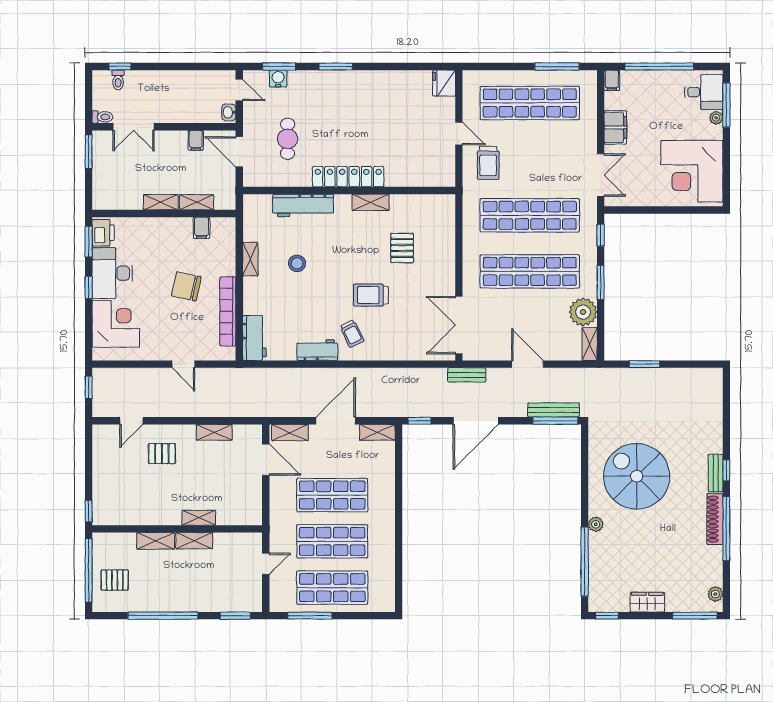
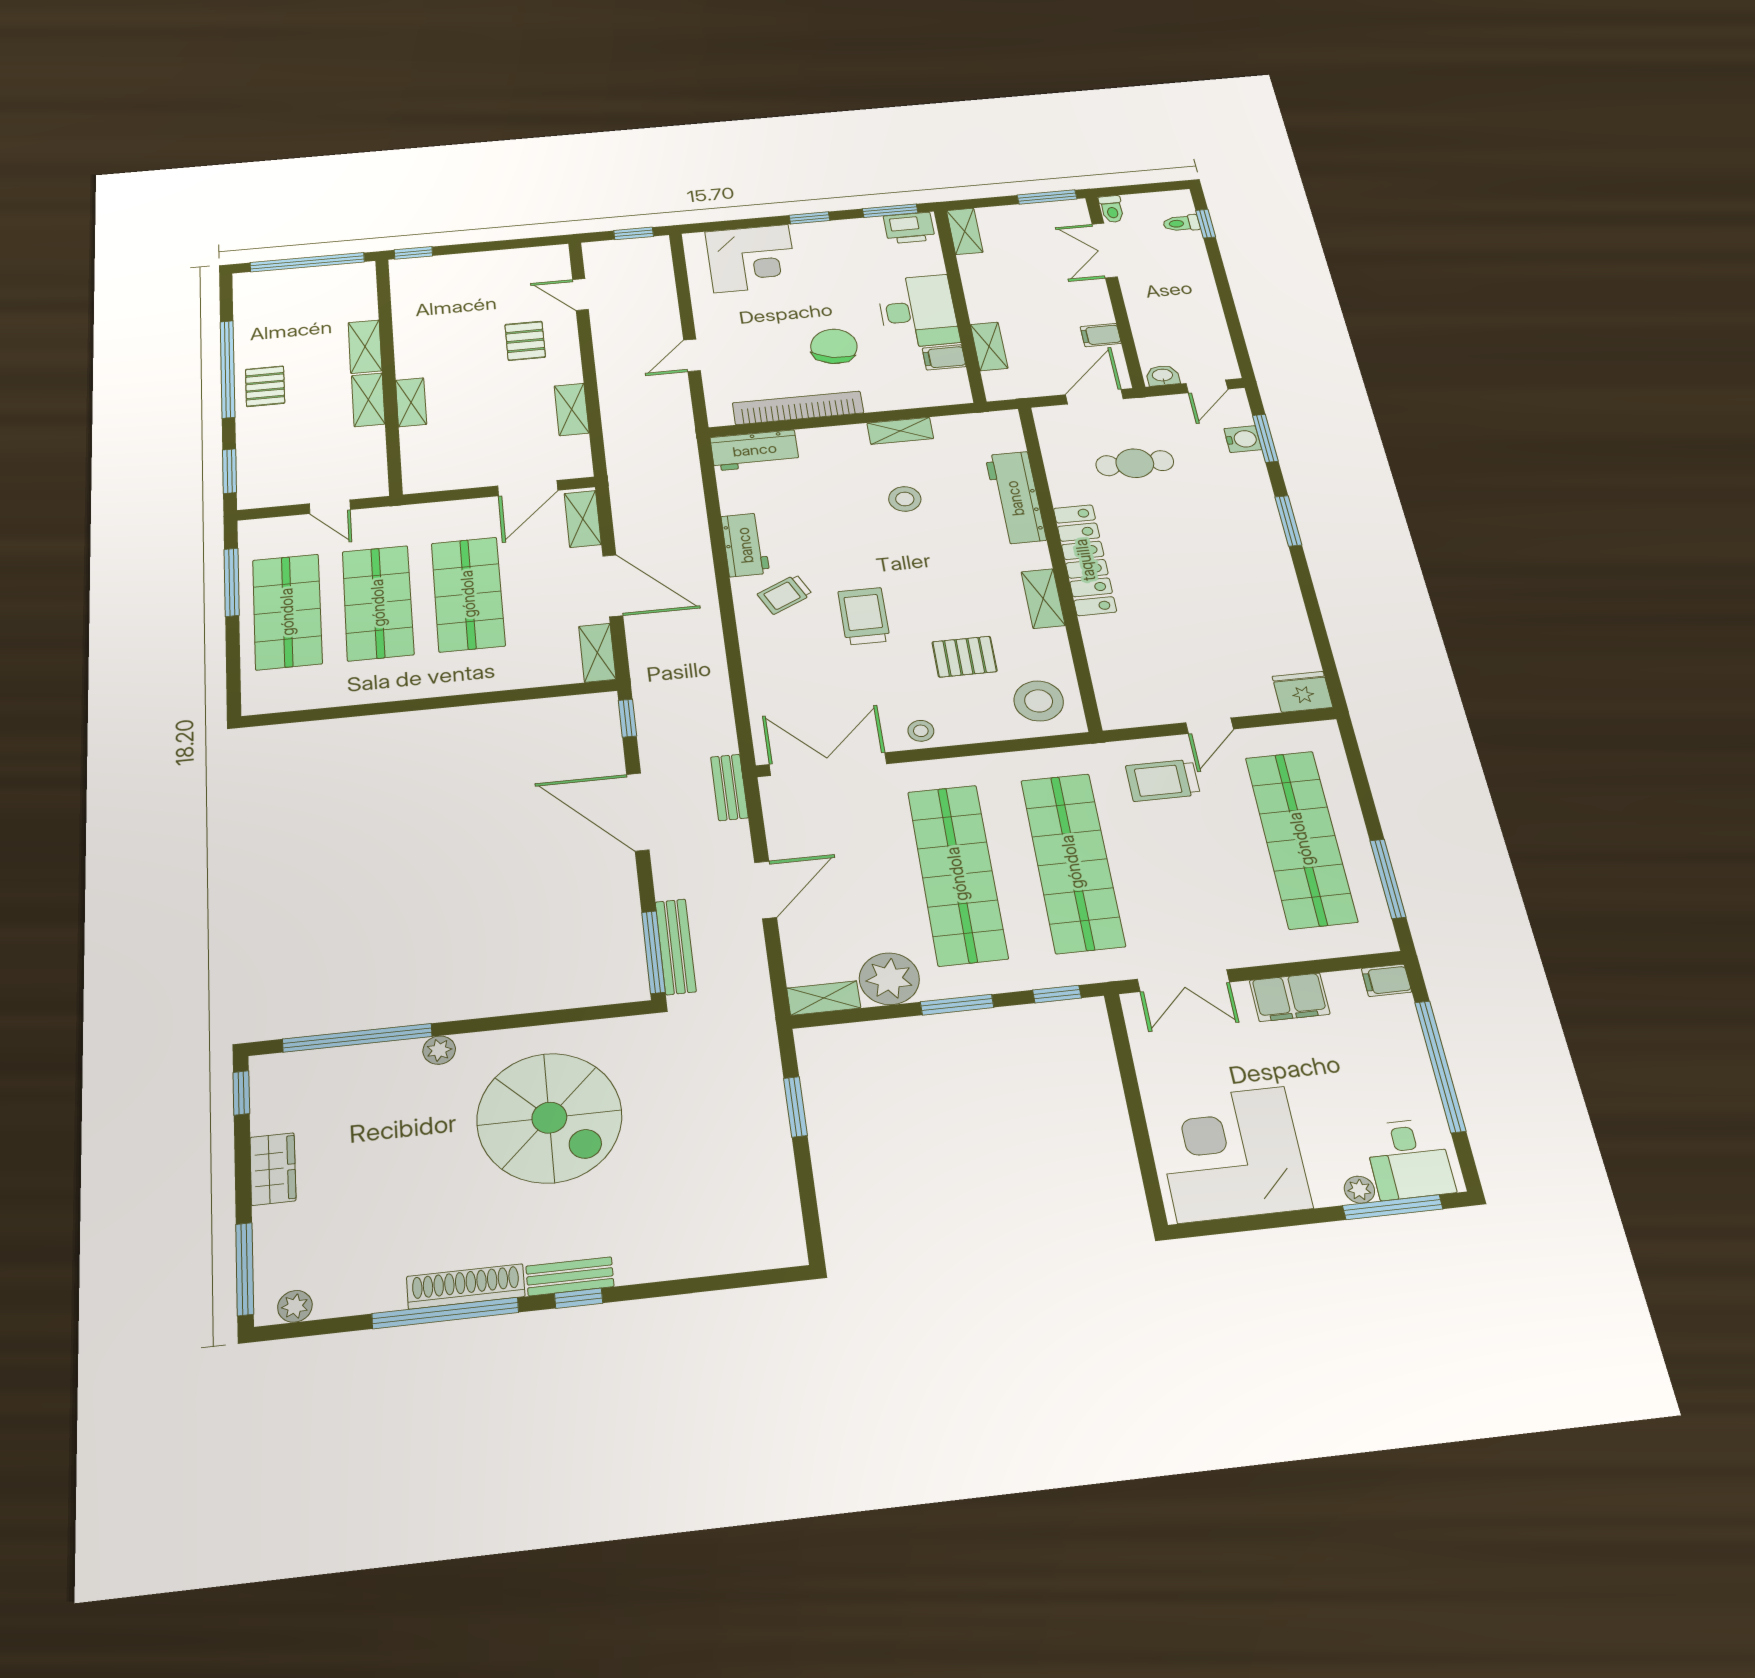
shelving: (161, 202) -> (965, 231), moved
stool: (434, 215) -> (1039, 701), added
desk: (112, 273) -> (918, 311), moved, turned 90
stool: (445, 277) -> (921, 731), added
spiral stairs: (637, 476) -> (549, 1118), turned 90
pallet: (115, 580) -> (265, 386), moved

